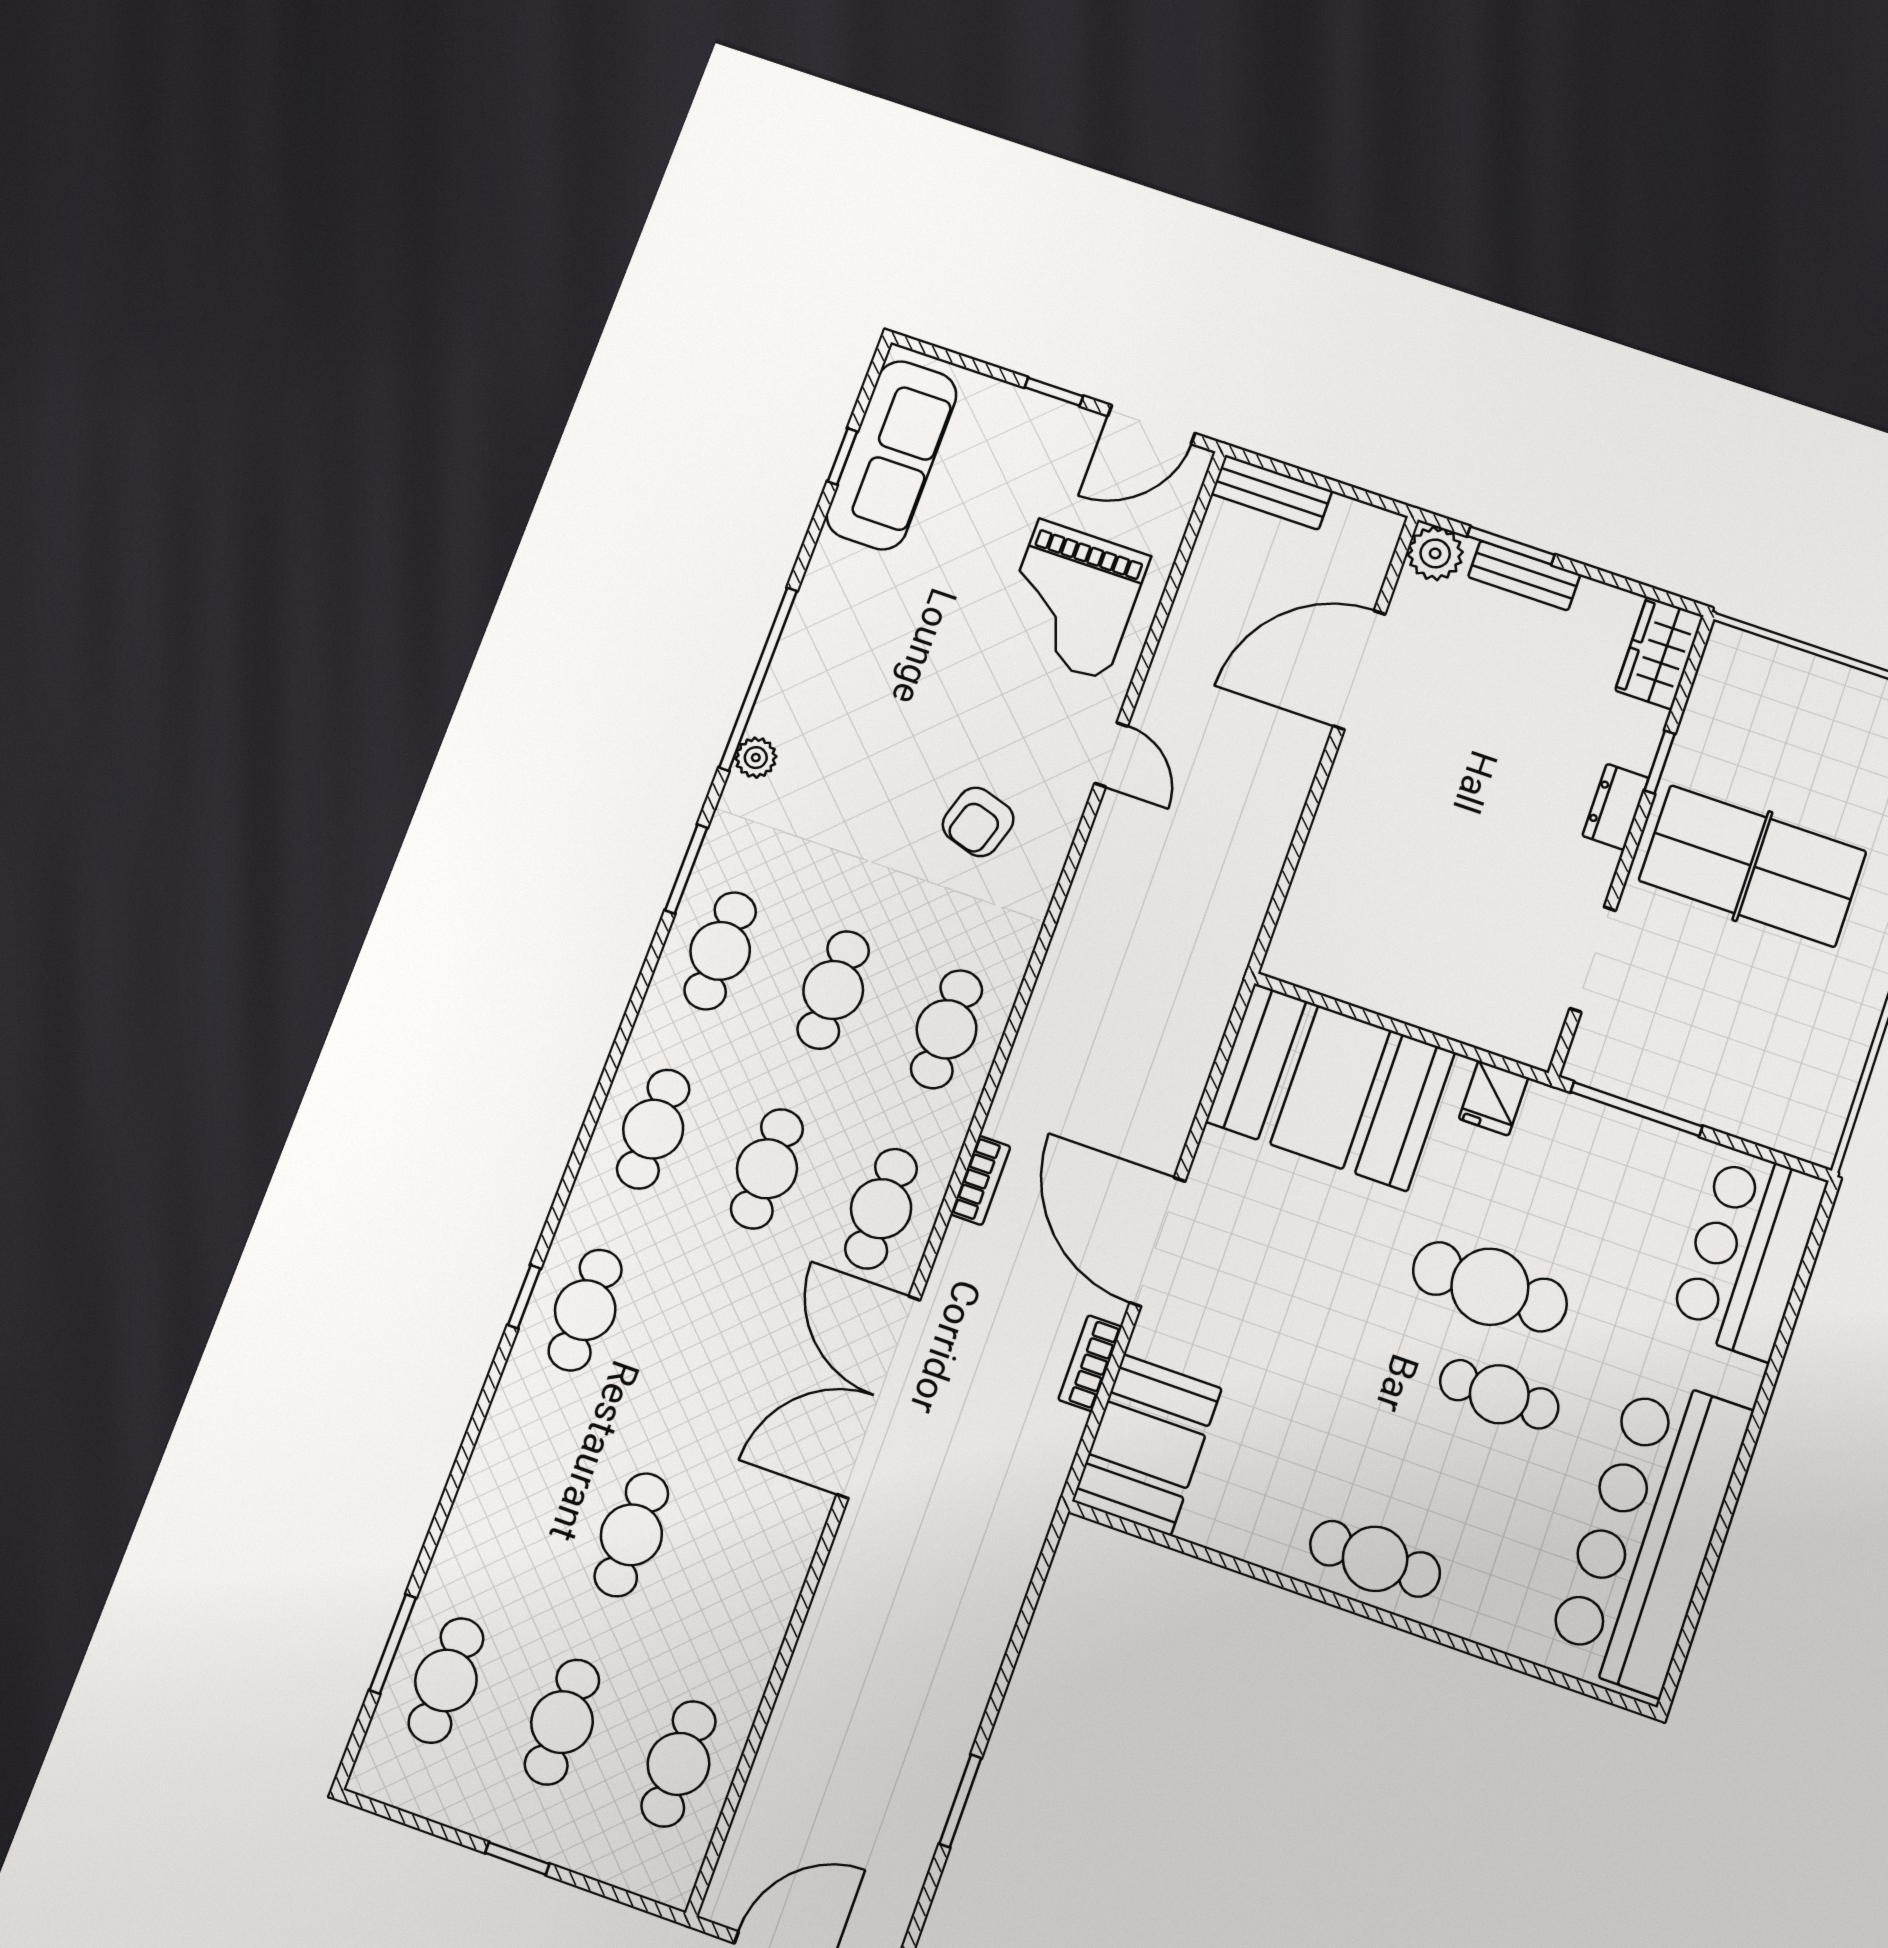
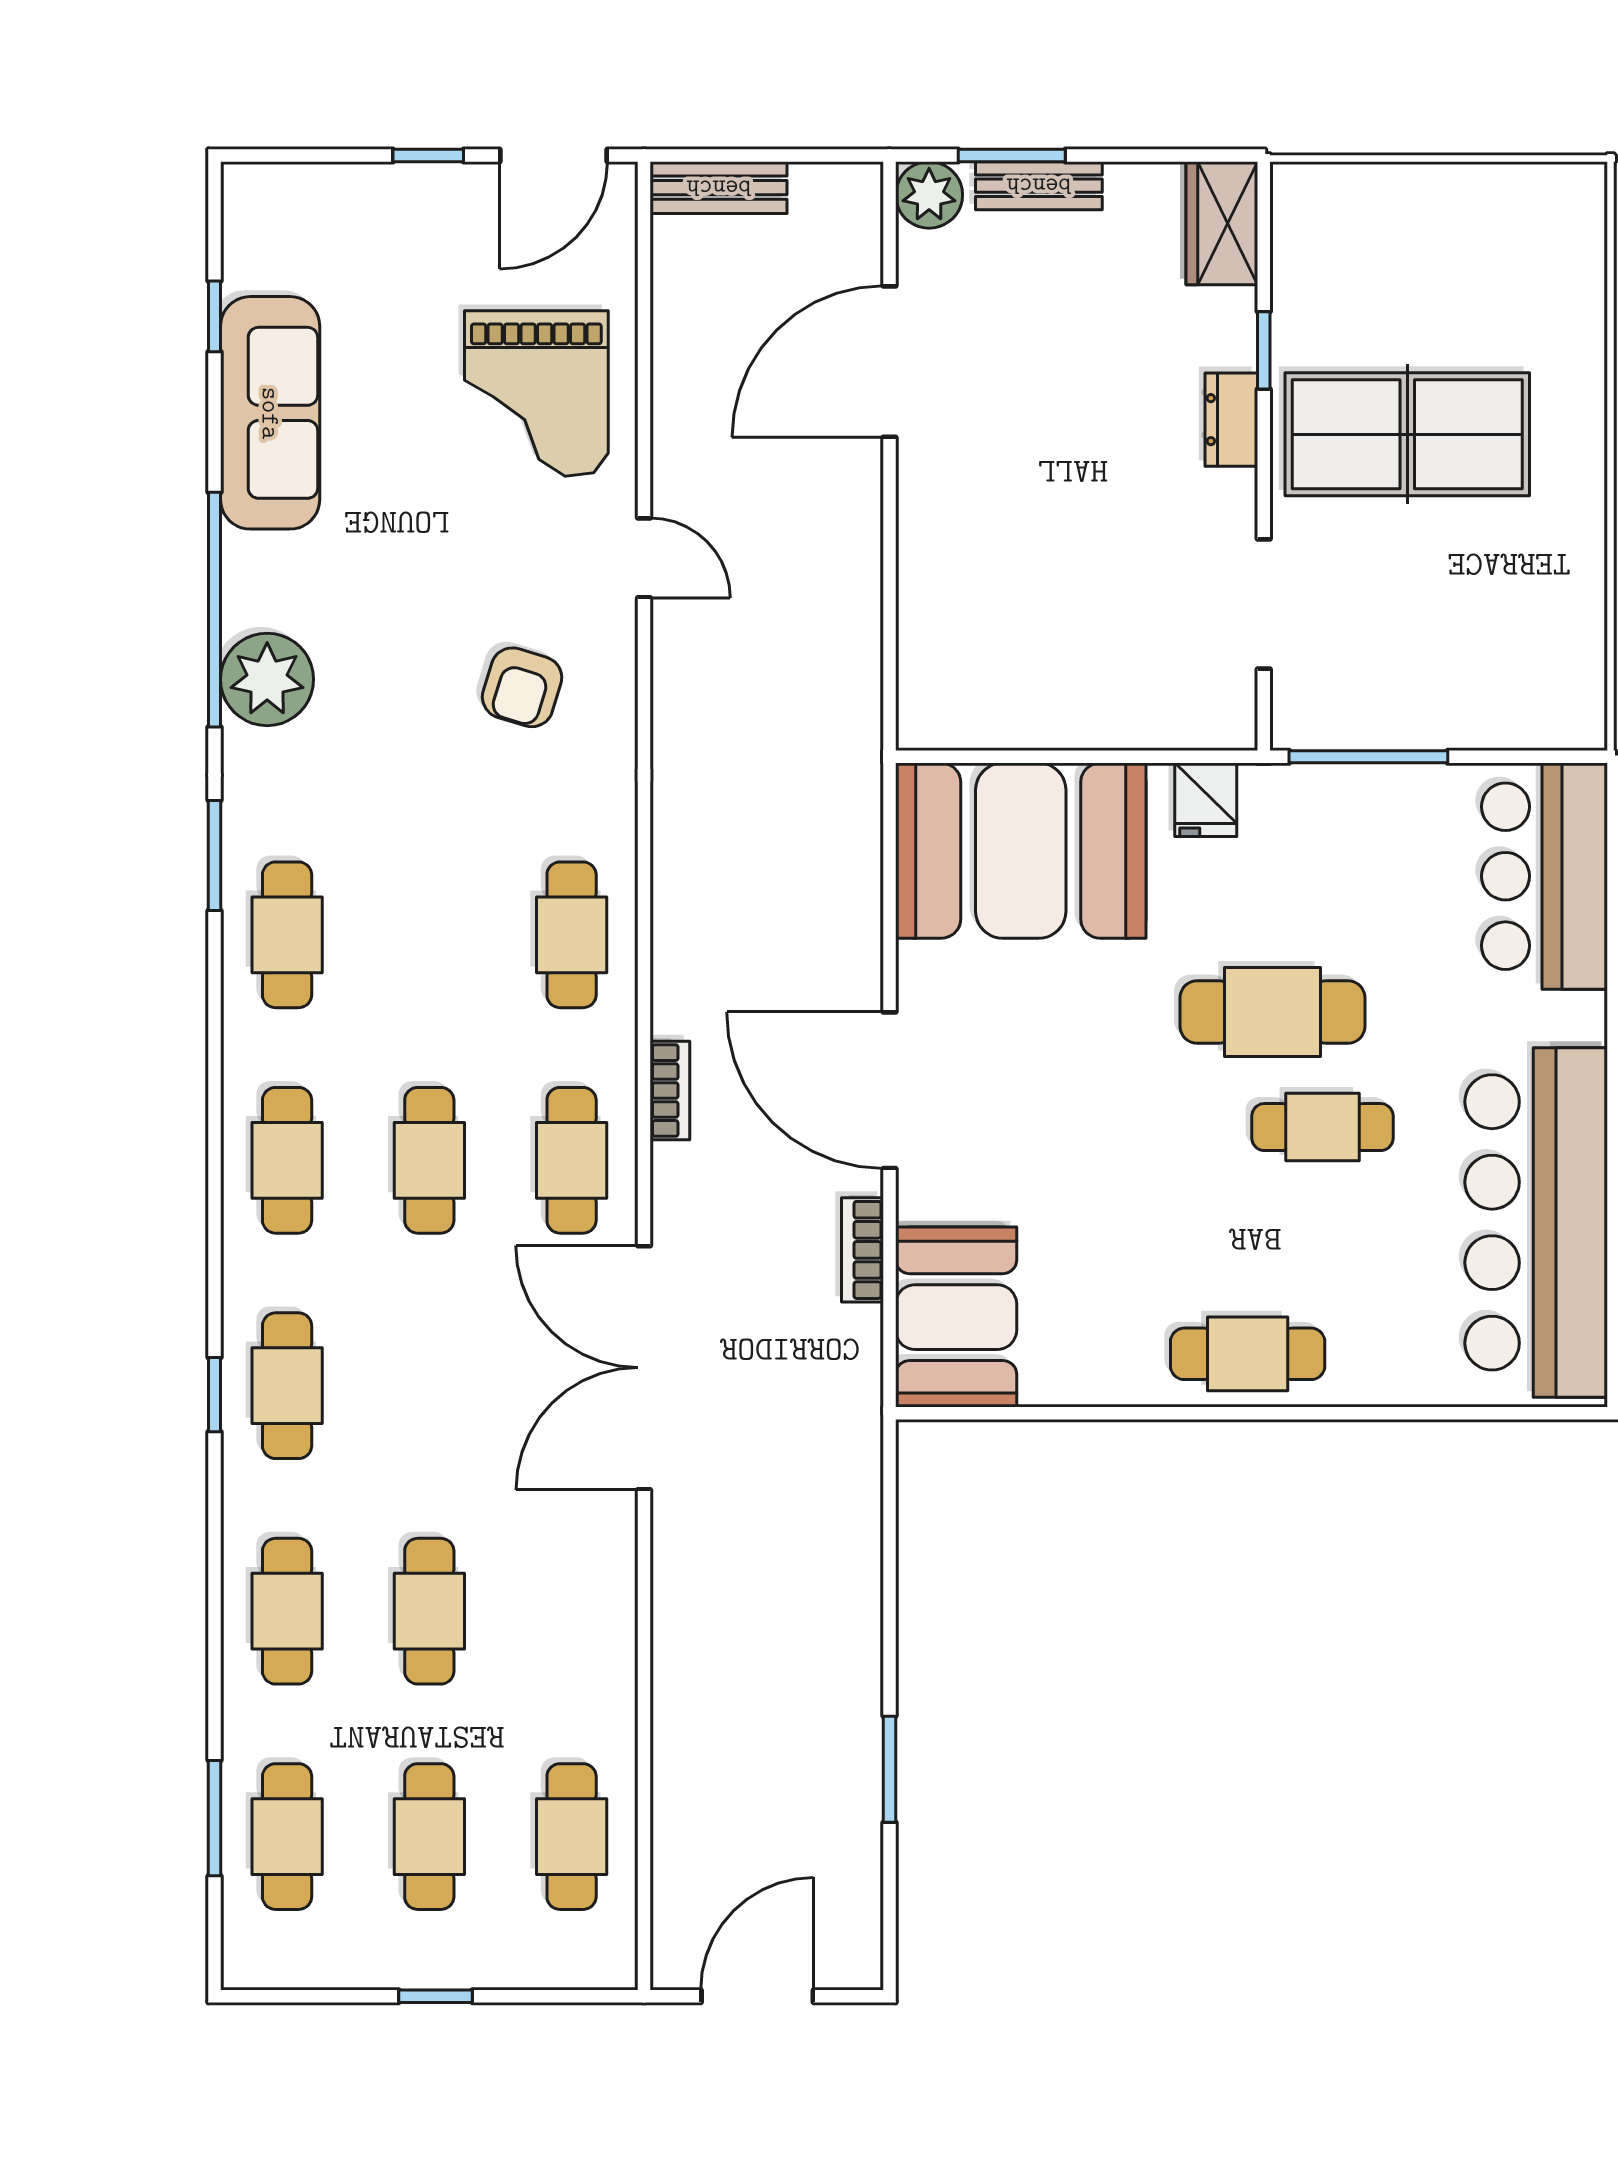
sofa: (892, 455) -> (270, 413), moved
plant: (756, 758) -> (267, 679), width x1.88, depth x1.88
cafe table: (833, 990) -> (287, 1611), moved

